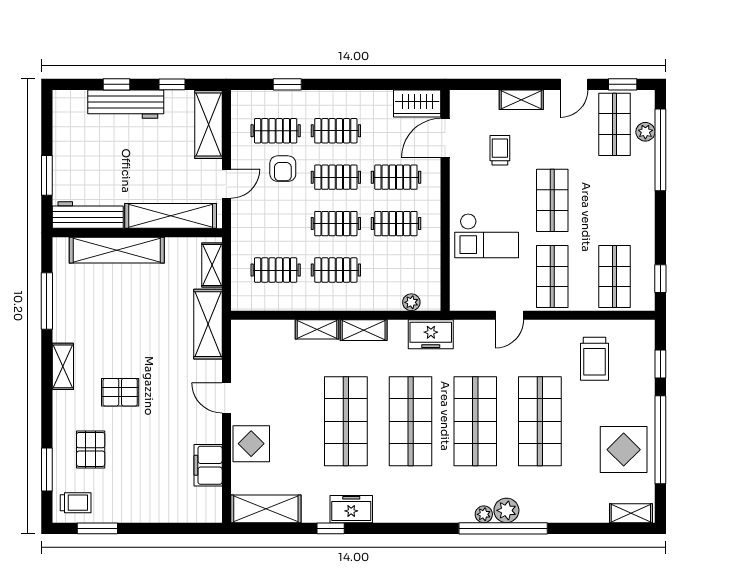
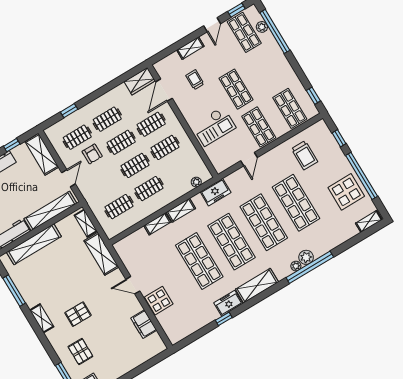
shelving: (266, 509) -> (257, 286), moved

